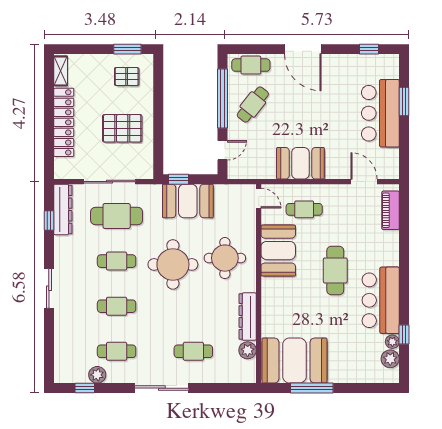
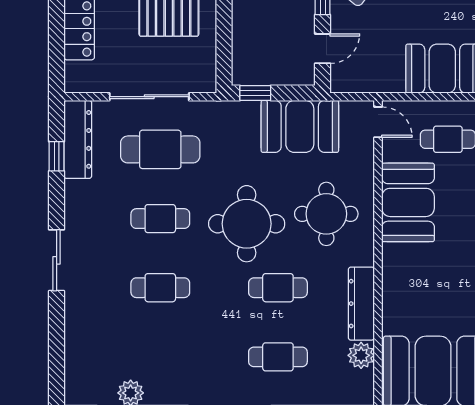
booth: (188, 201) -> (300, 126), moved
cafe table: (117, 351) -> (278, 288), moved

